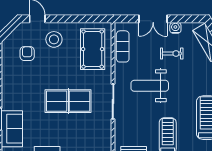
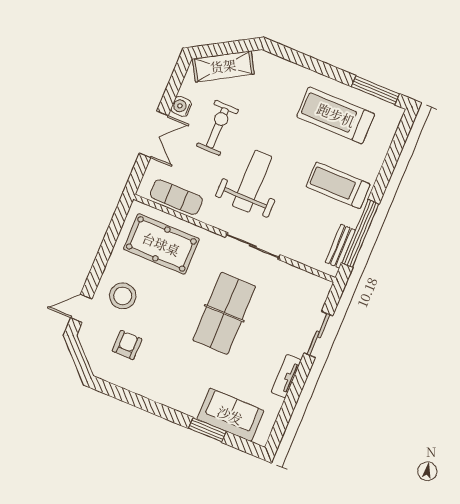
exercise bike: (172, 53) -> (217, 128), width x1.38, depth x1.39
armchair: (27, 54) -> (127, 345), turned 90
weight bench: (150, 86) -> (252, 181), turned 180

